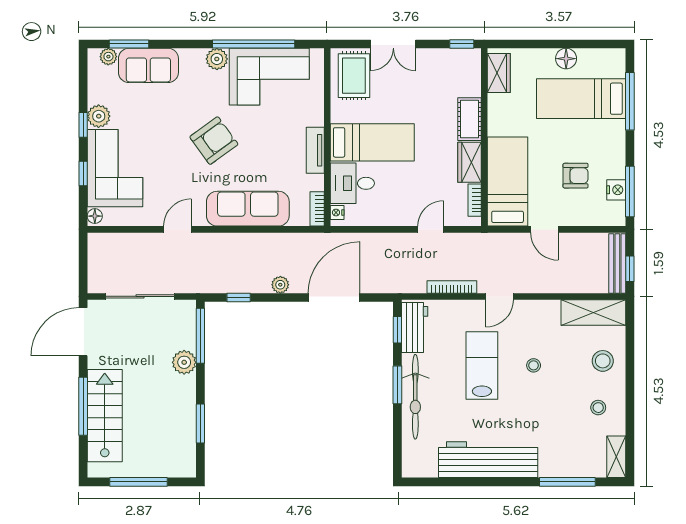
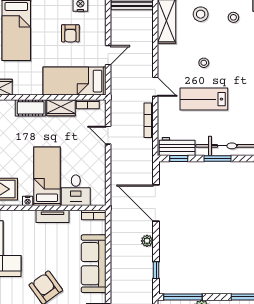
armchair: (576, 176) -> (70, 33), turned 180
nightstand: (337, 213) -> (28, 201), moved

